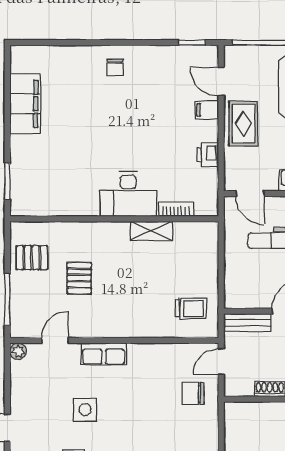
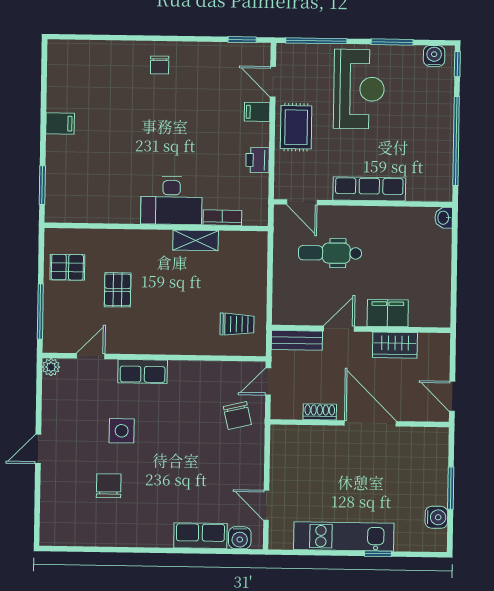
filing cabinet: (25, 104) -> (60, 123), width x0.33, depth x0.86
chair: (193, 394) -> (237, 415), turned -103

